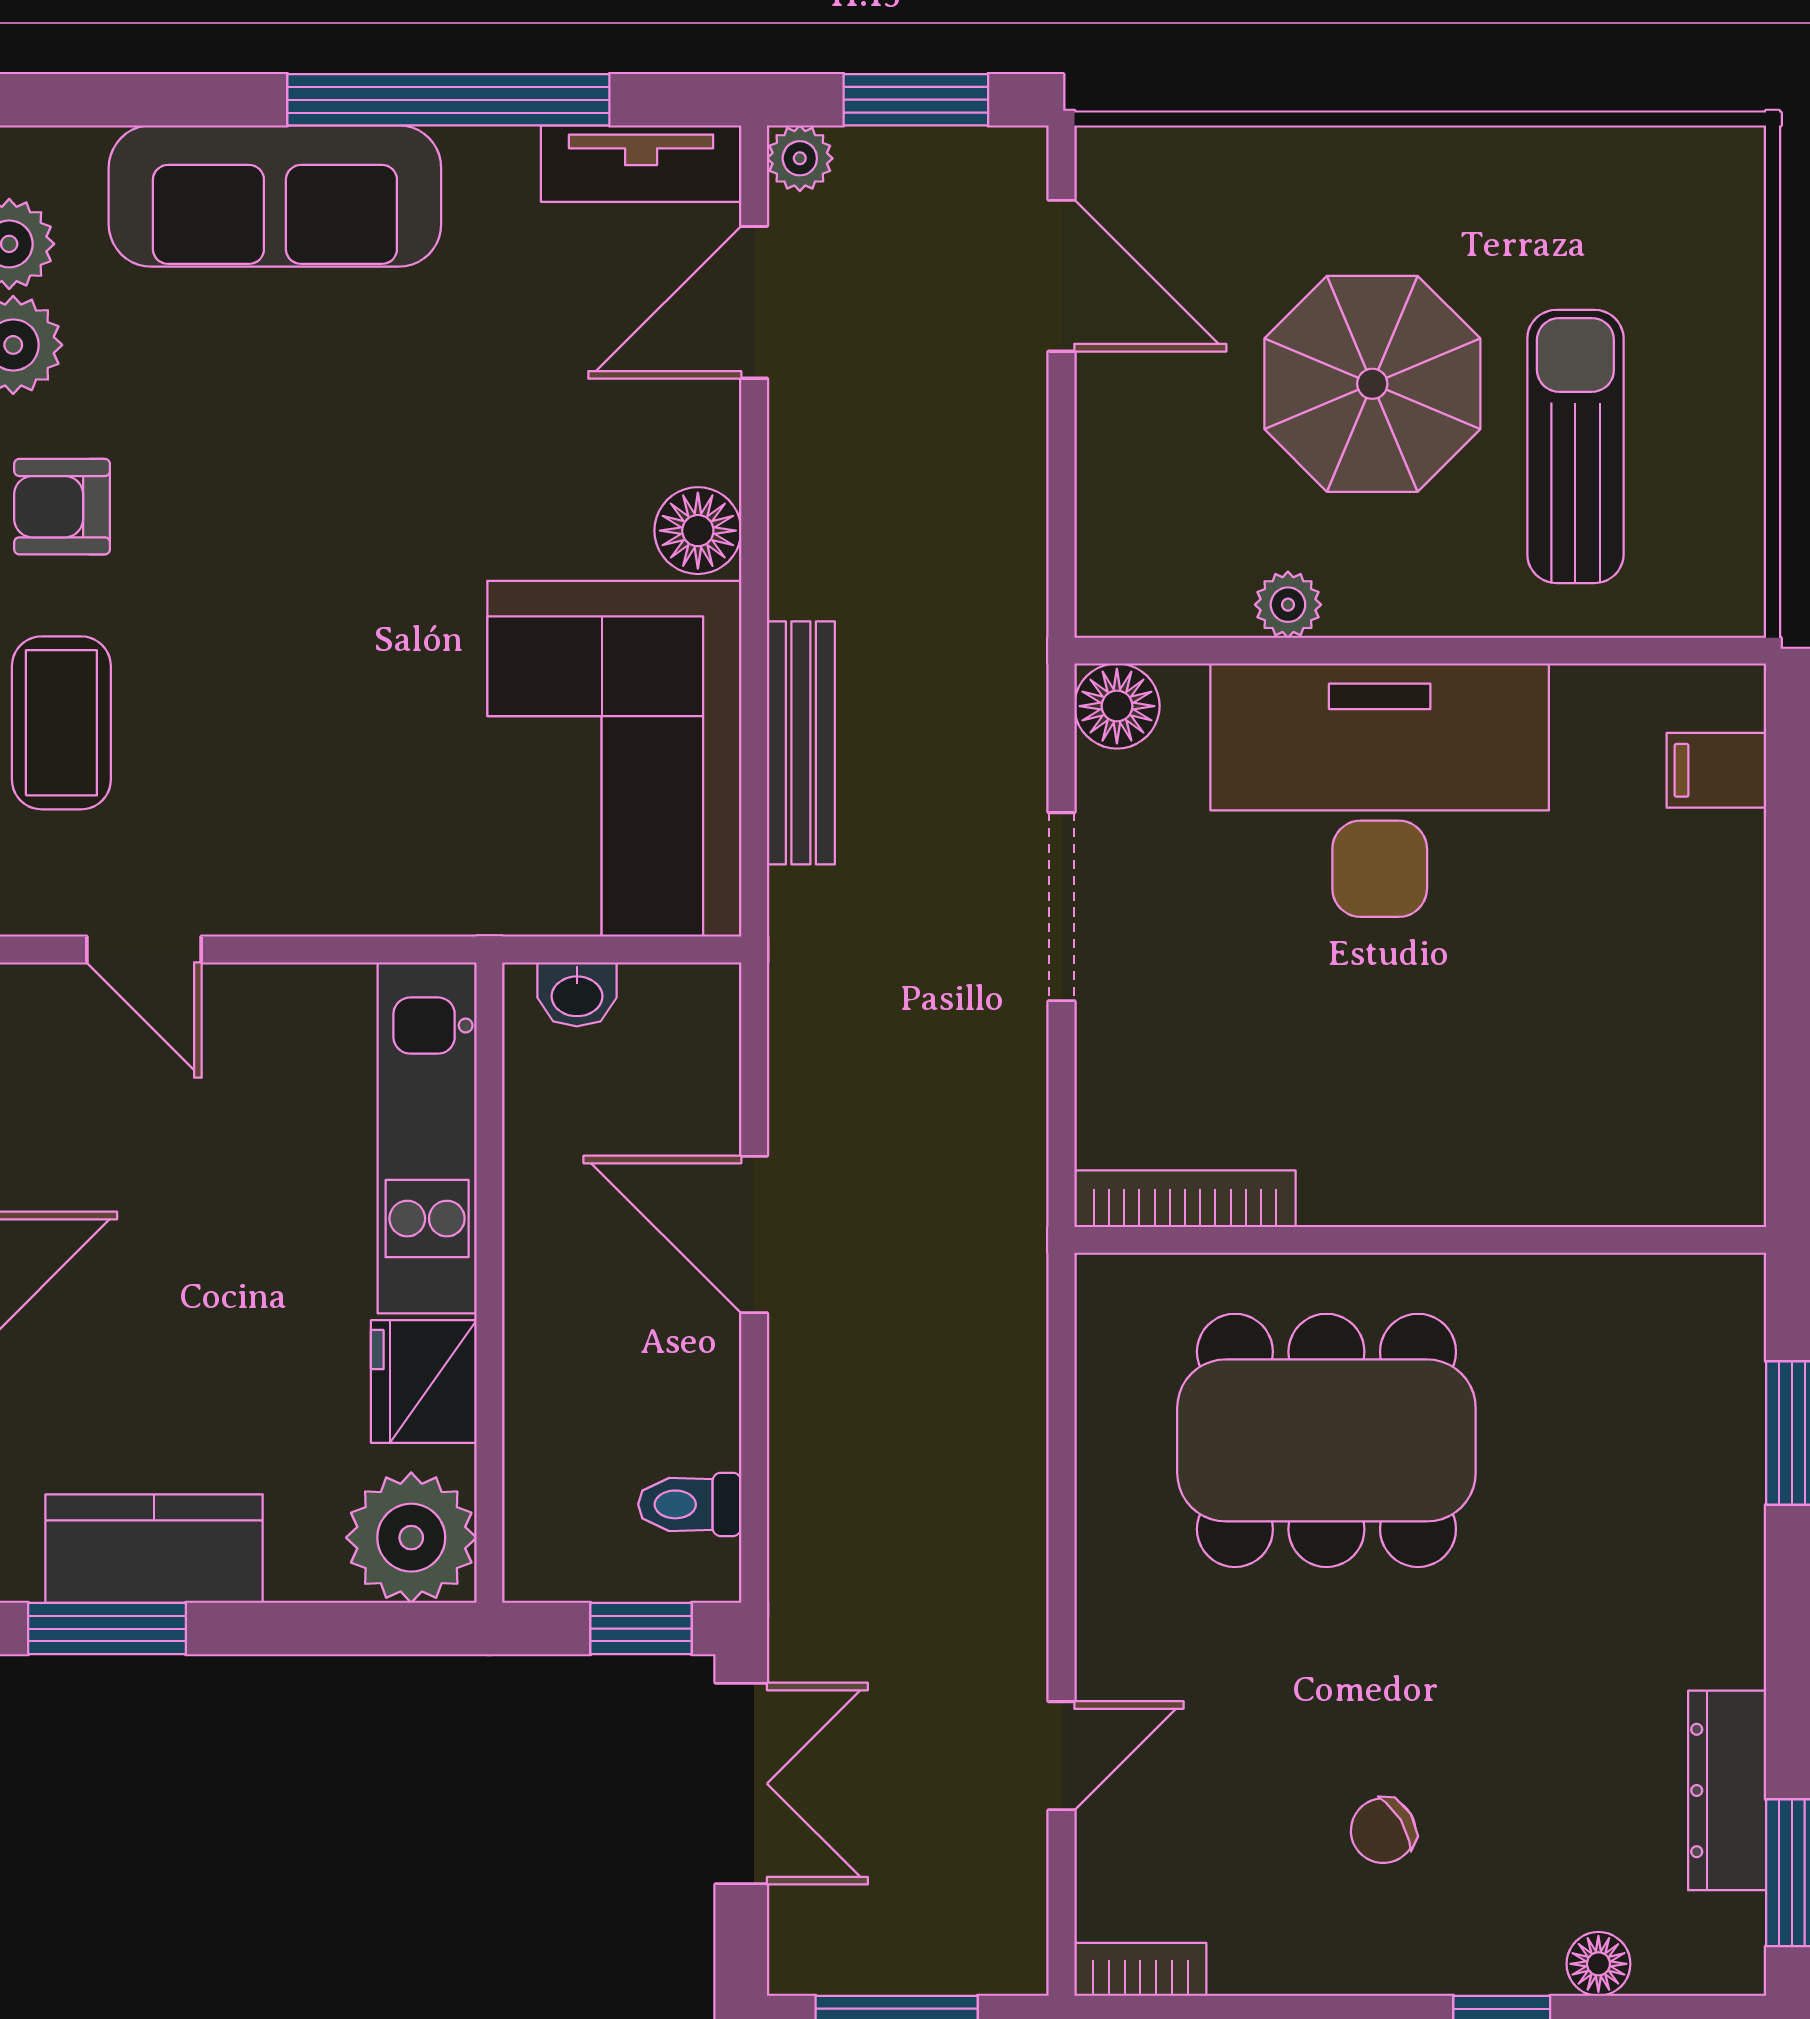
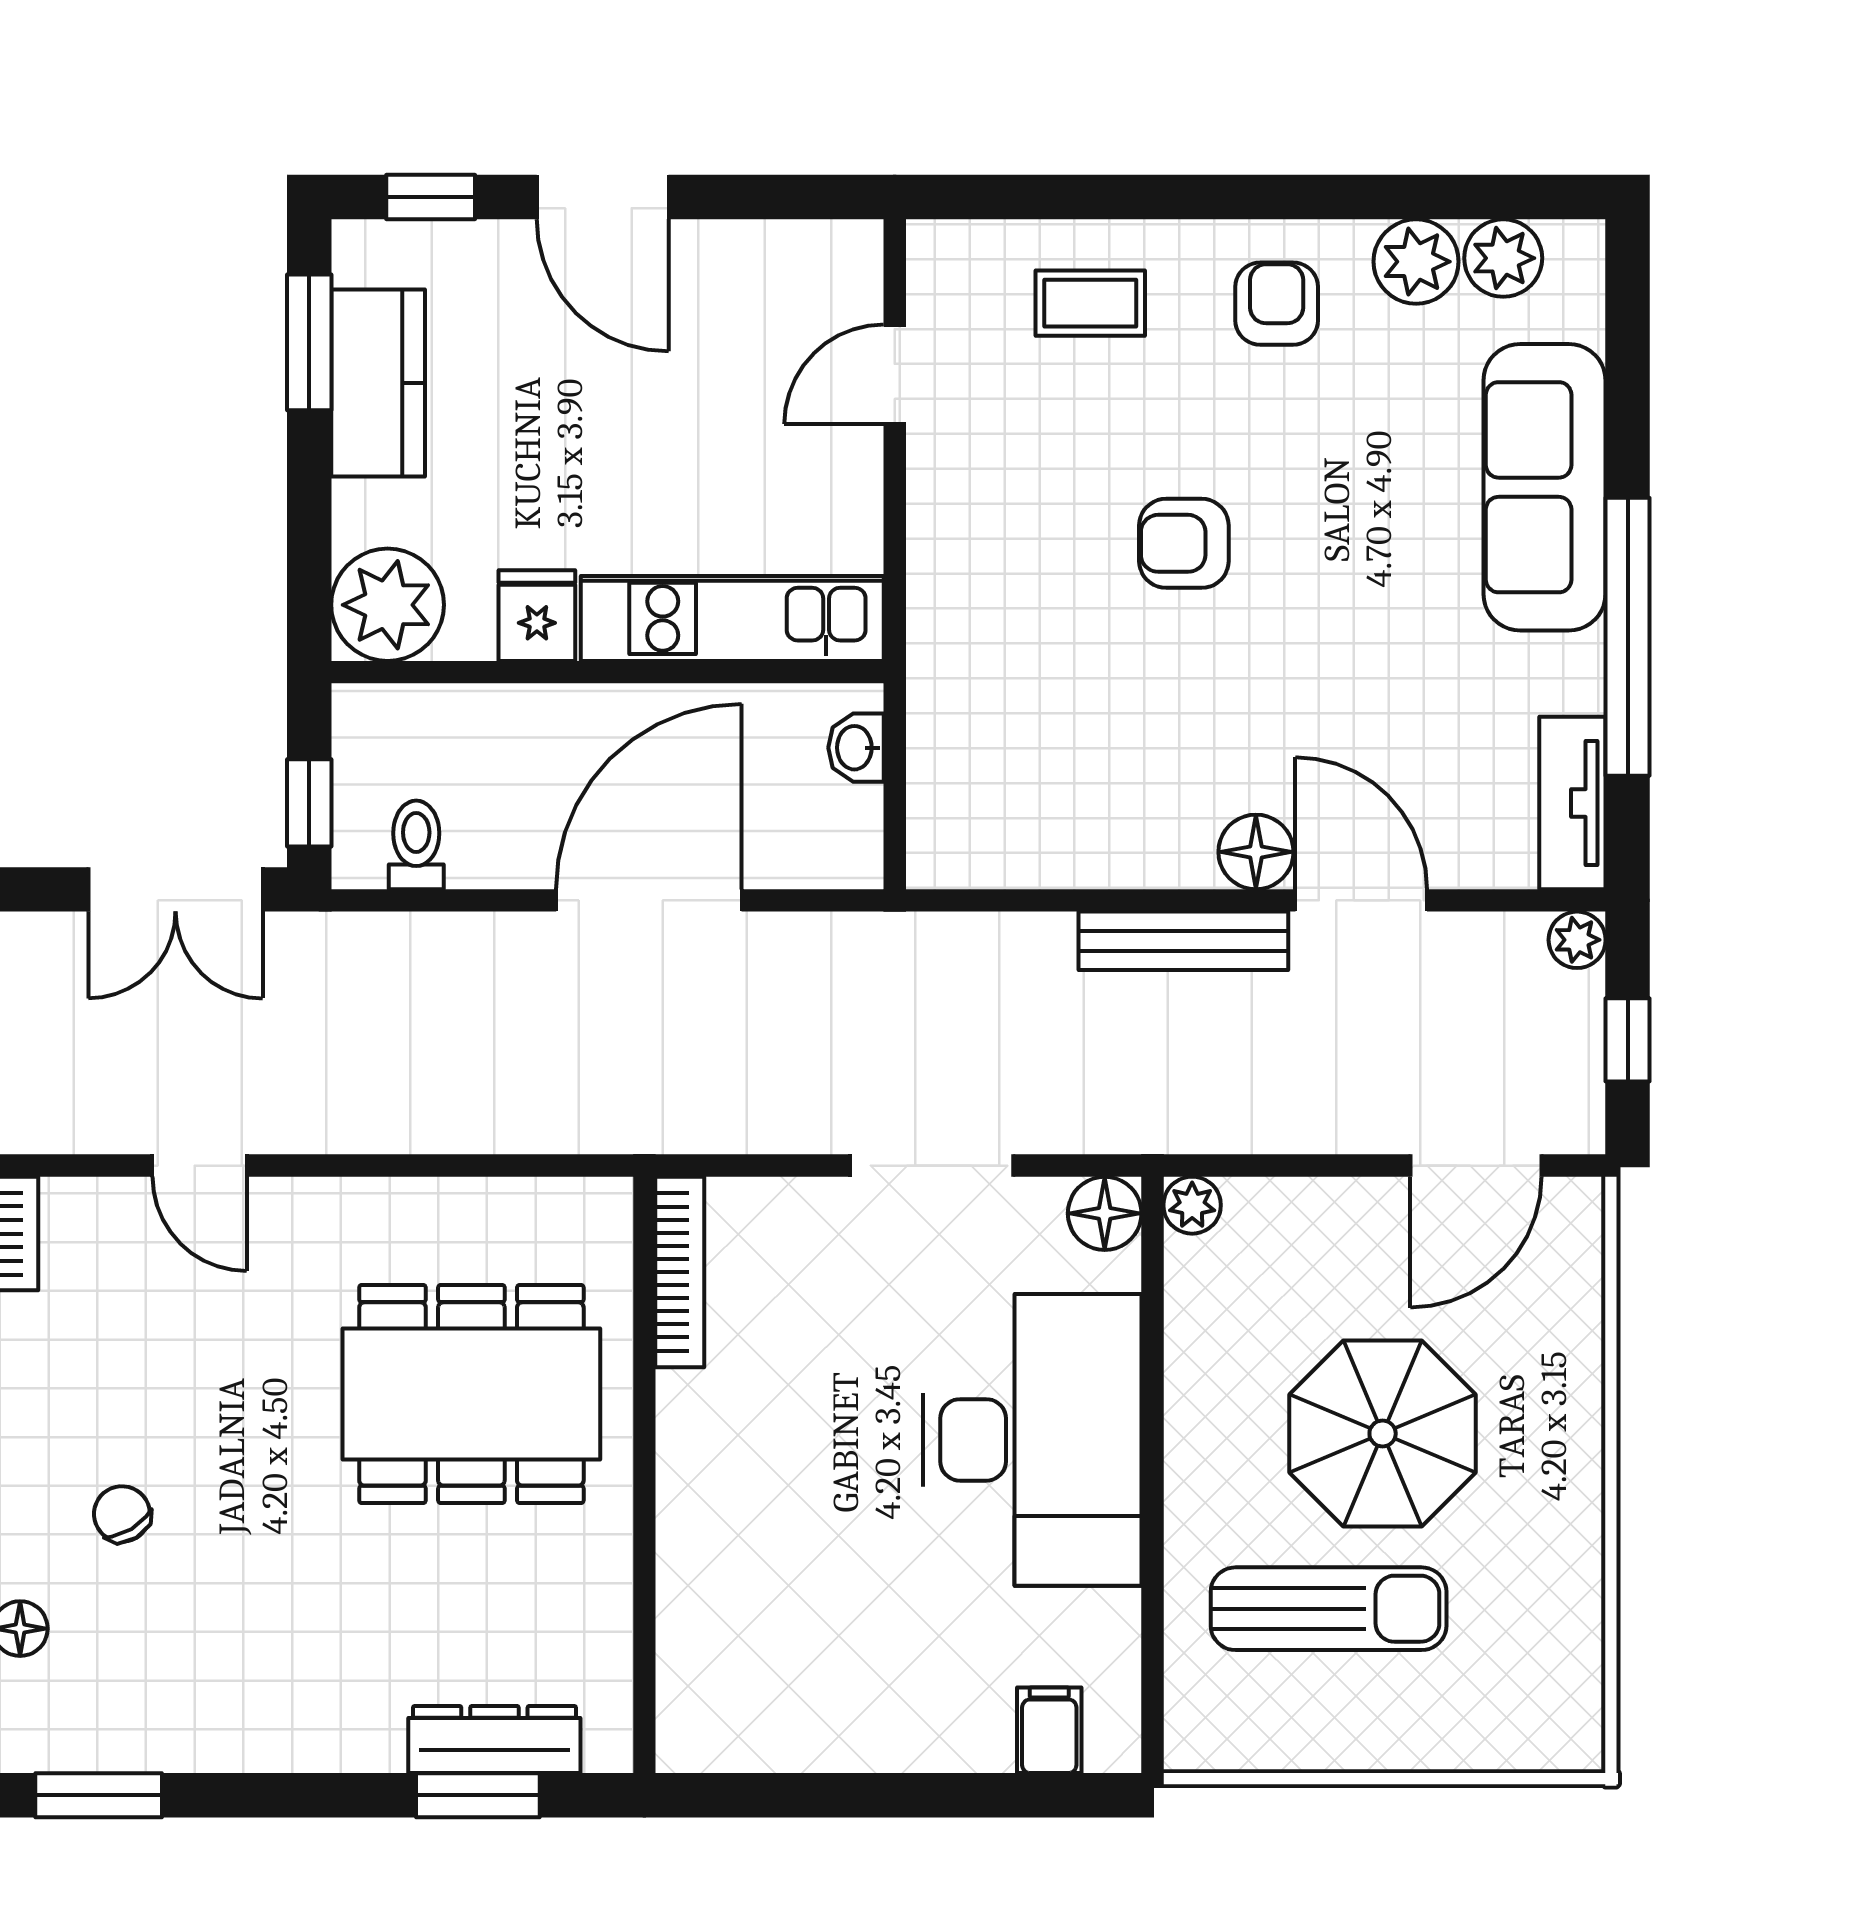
window: (916, 100) -> (1628, 1040), width x0.67
door: (754, 302) -> (1361, 900), moved
plant: (1288, 605) -> (1192, 1205), moved
armchair: (340, 614) -> (1184, 543), added
coffee table: (61, 723) -> (1090, 303), width x0.73, depth x0.77
bench: (801, 743) -> (1183, 941), moved
corner sofa: (614, 759) -> (1059, 780), removed
door: (754, 1235) -> (649, 900), width x1.36
fridge: (424, 1381) -> (537, 616), width x0.72
dining table: (1326, 1440) -> (471, 1394), turned 90
dresser: (1727, 1790) -> (494, 1739), moved
chair: (1383, 1831) -> (122, 1514), moved

